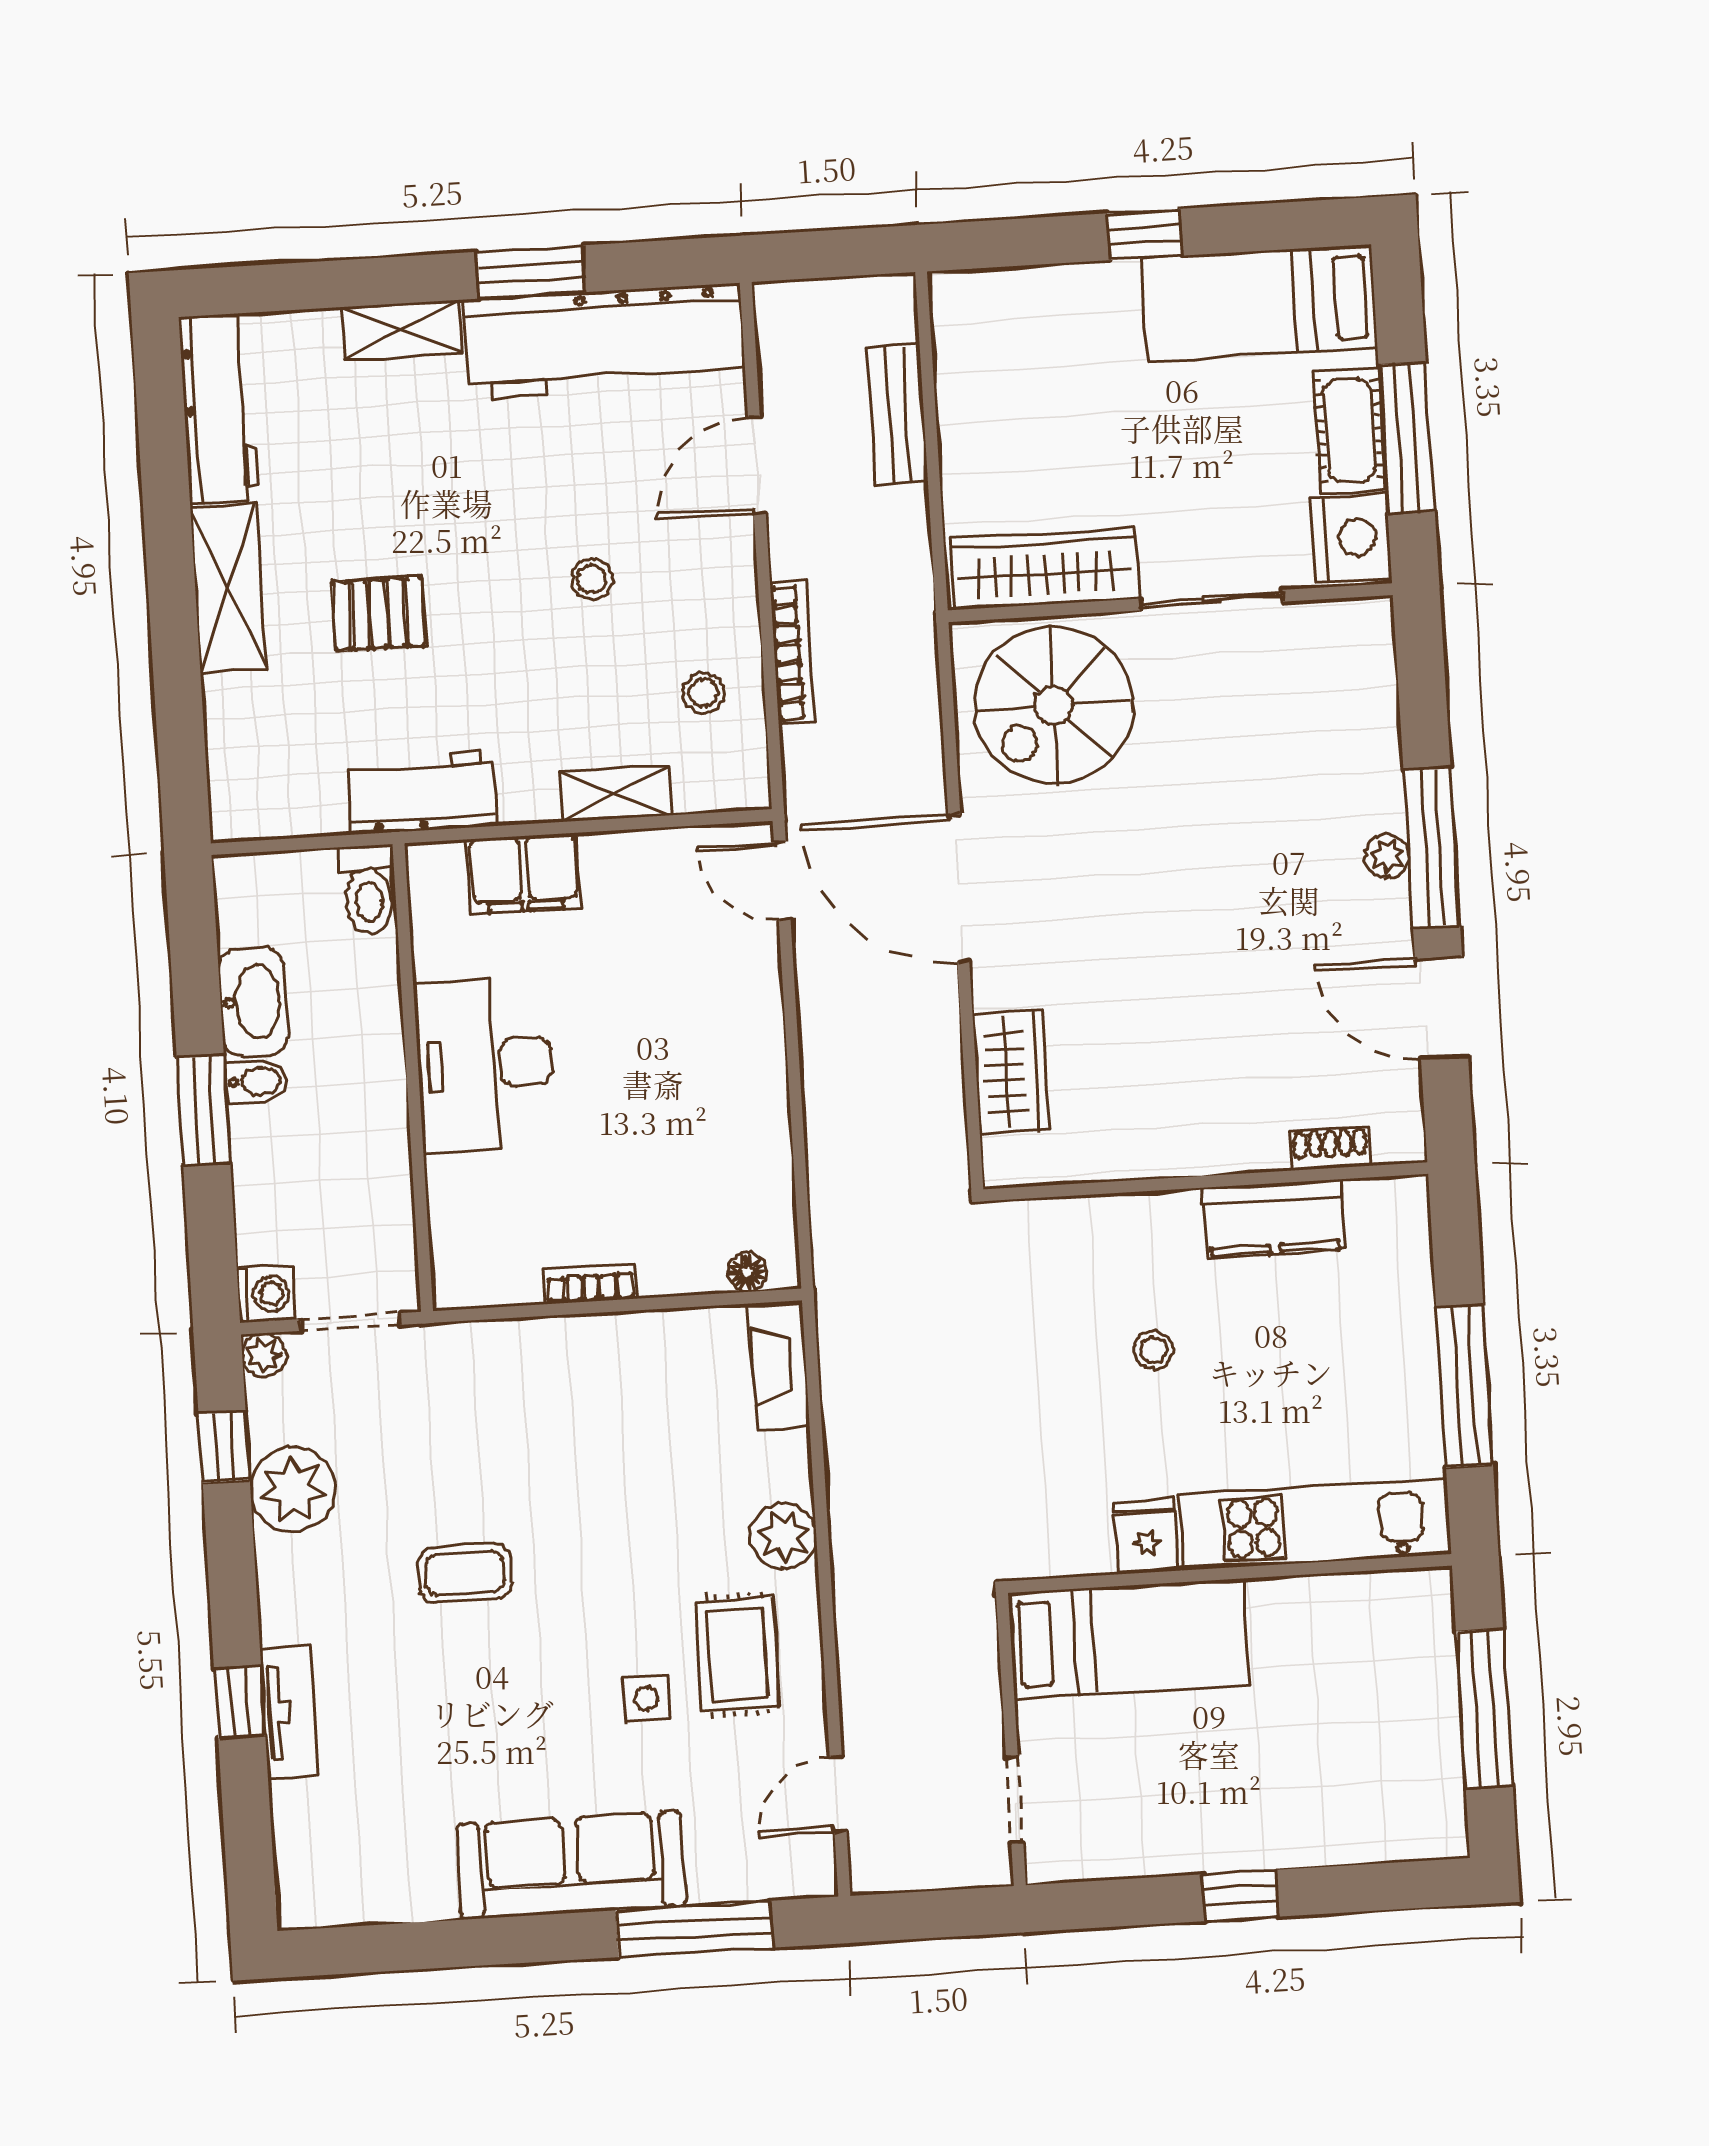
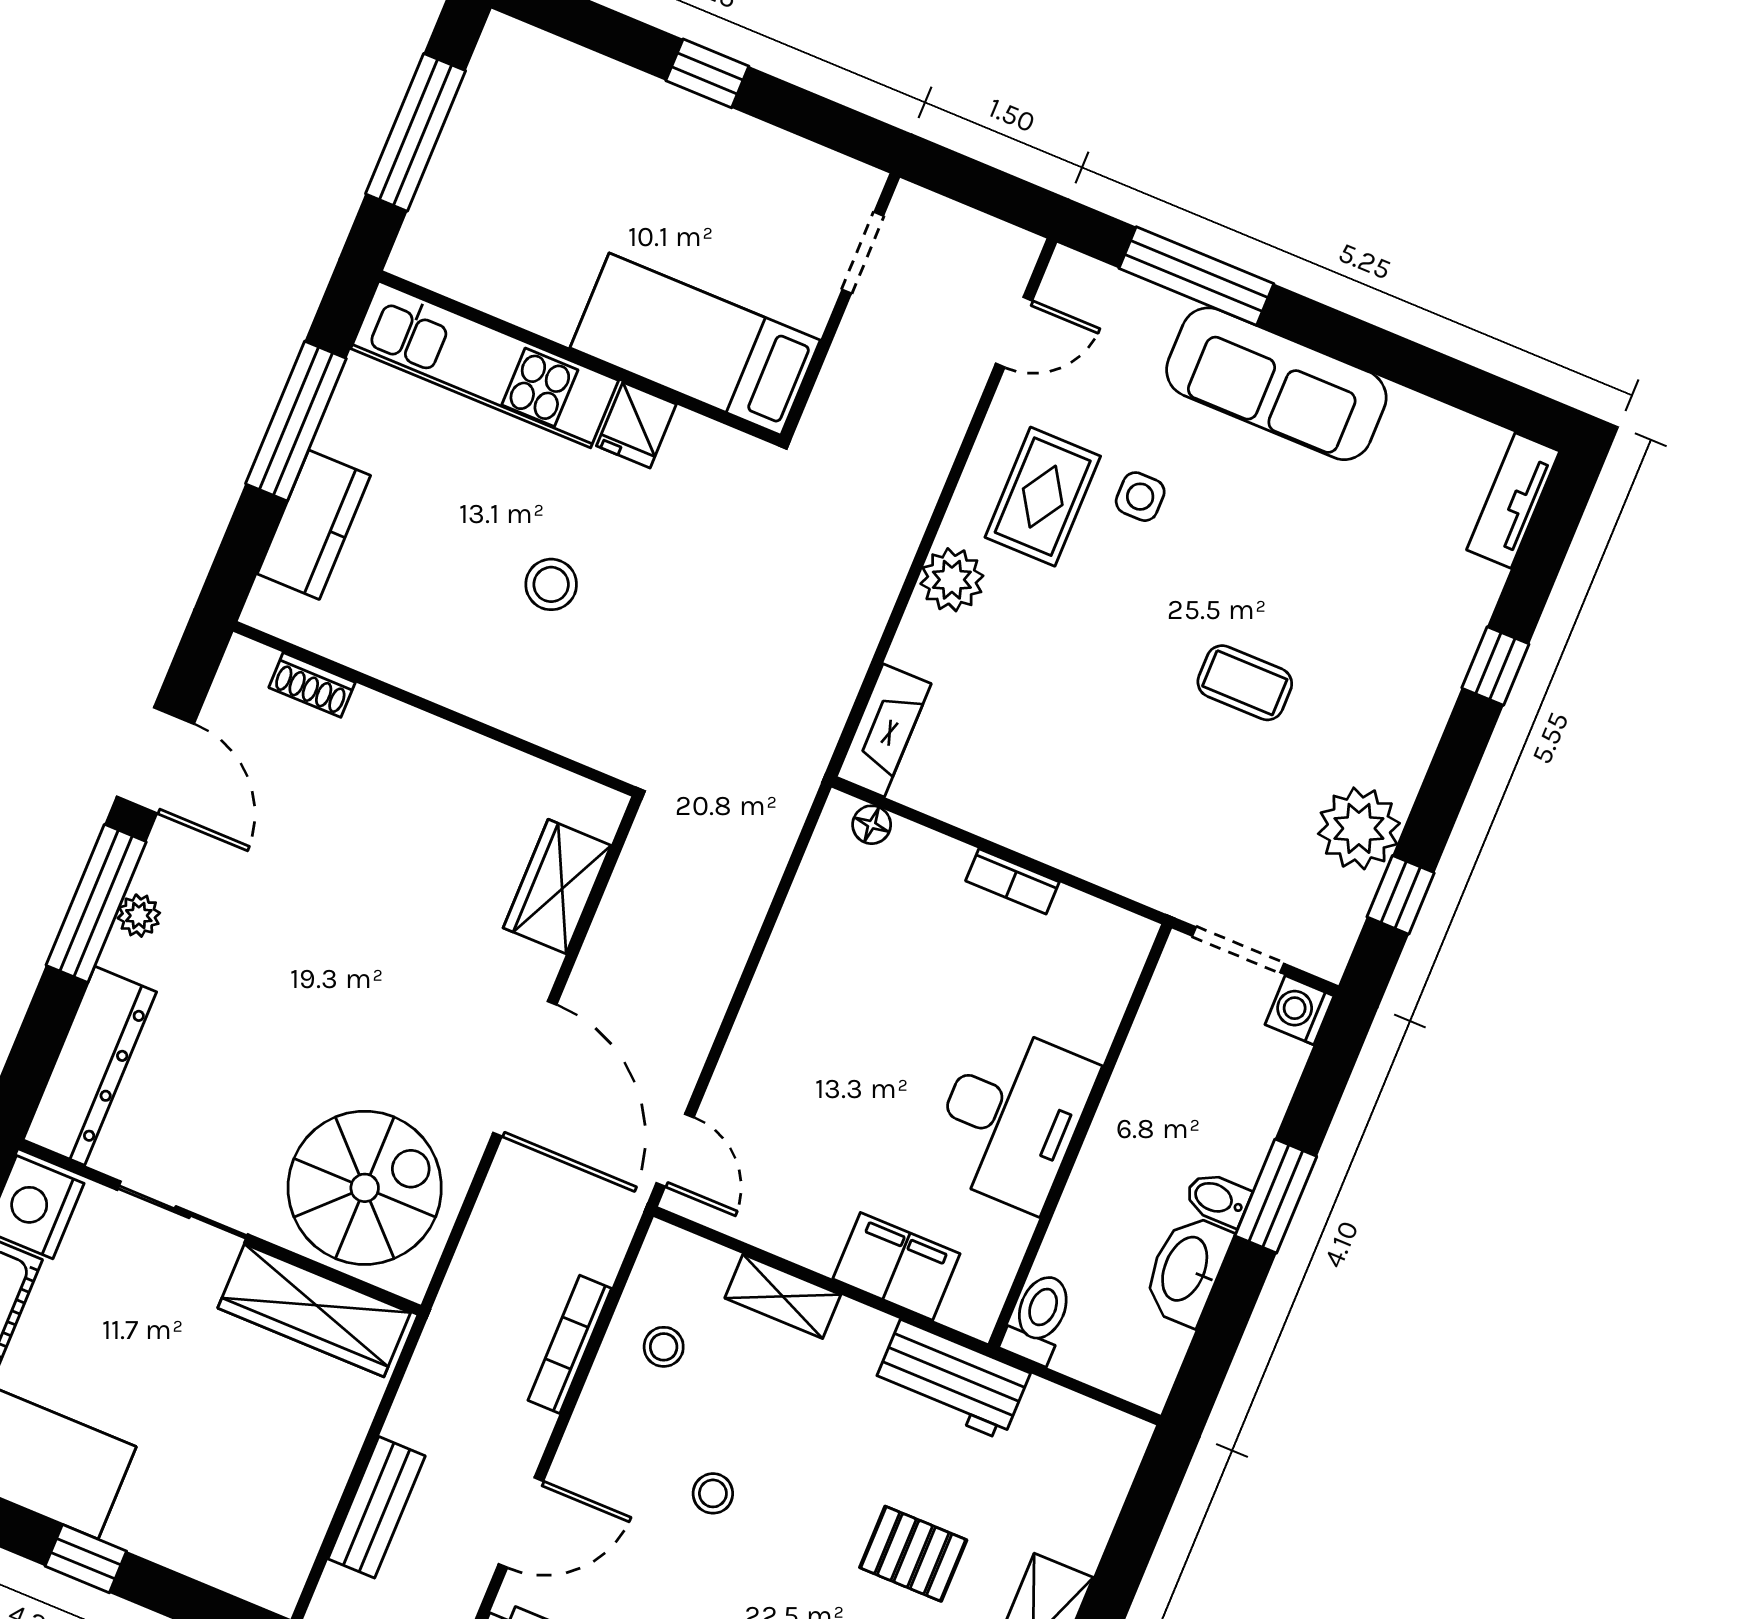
dresser: (1364, 694) -> (90, 1066), added
kitchen counter: (1273, 1218) -> (314, 525), moved, turned 90
stool: (1154, 1350) -> (551, 584), width x1.37, depth x1.37
plant: (264, 1355) -> (1327, 958), removed
tv unit: (289, 1712) -> (1513, 500), moved

